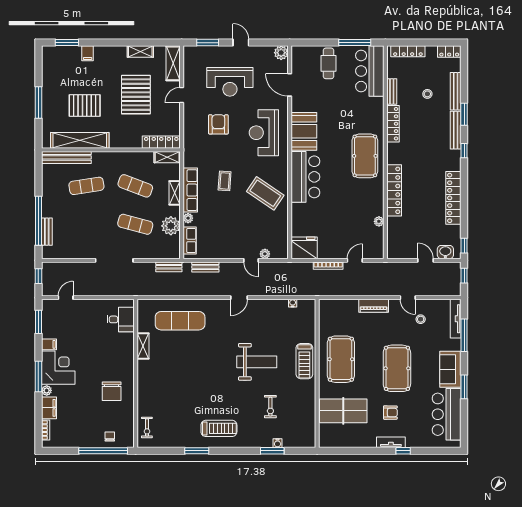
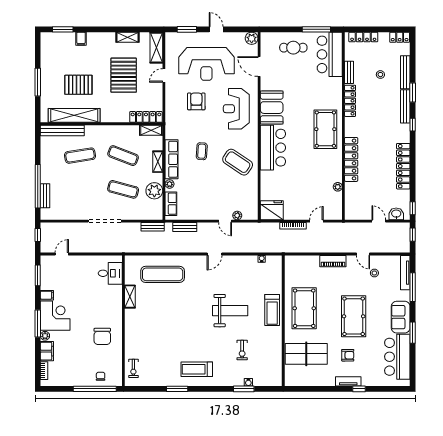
cafe table: (329, 63) -> (293, 48), turned 90
reception desk: (230, 82) -> (206, 64), width x1.36, depth x1.30
treadmill: (219, 428) -> (197, 369), turned 180

